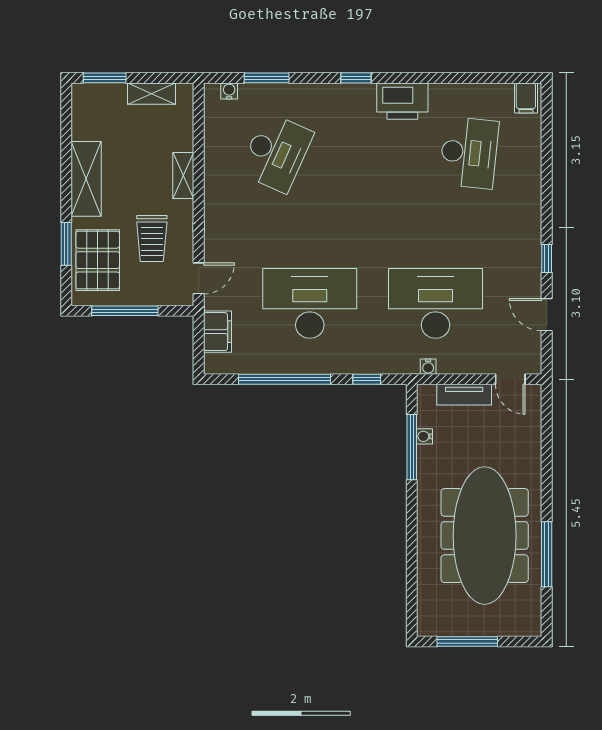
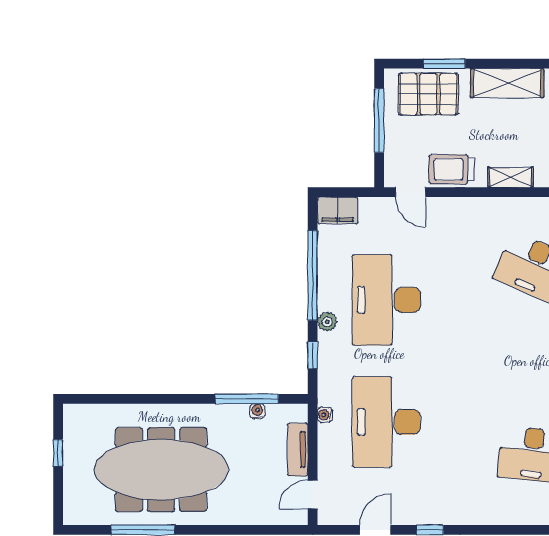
trolley: (152, 238) -> (452, 169), moved
desk: (310, 303) -> (386, 300), turned 180
desk: (436, 303) -> (386, 422), turned 180
filing cabinet: (217, 332) -> (338, 210), moved
plant: (332, 364) -> (327, 322), added
window: (467, 642) -> (58, 453), width x0.46

